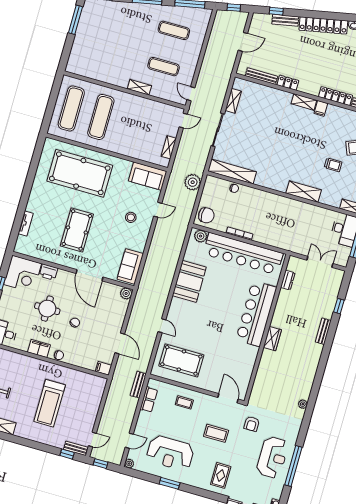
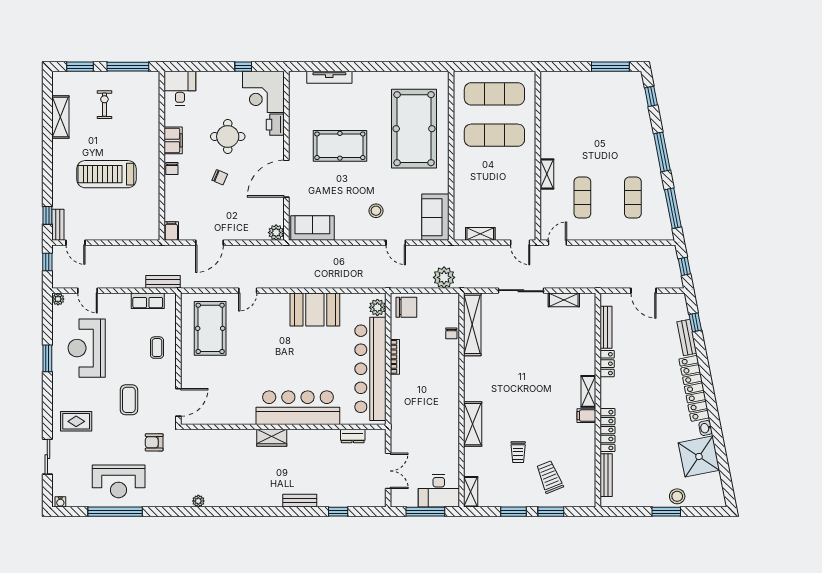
chair: (206, 215) -> (406, 307), turned -90
tv unit: (26, 224) -> (329, 77), width x1.41

